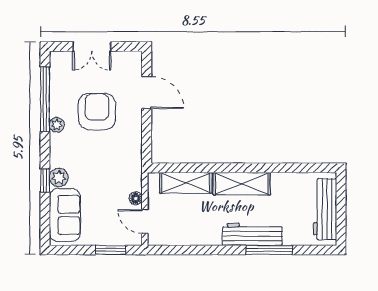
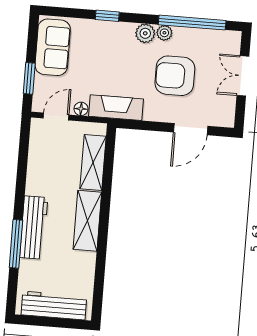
armchair: (97, 111) -> (175, 76), turned 180
fireplace: (132, 165) -> (116, 108), added
plant: (59, 177) -> (145, 33), moved
sofa: (65, 215) -> (53, 47), moved, turned -90

